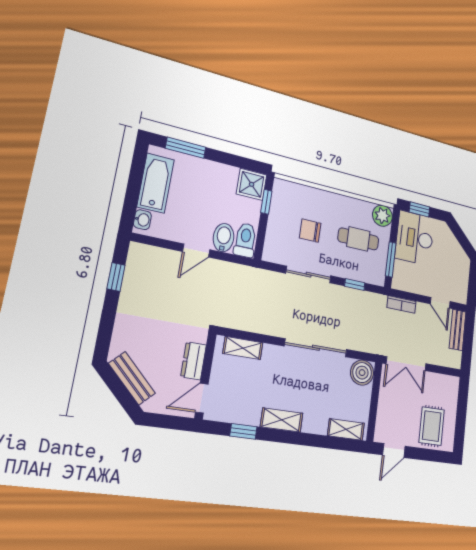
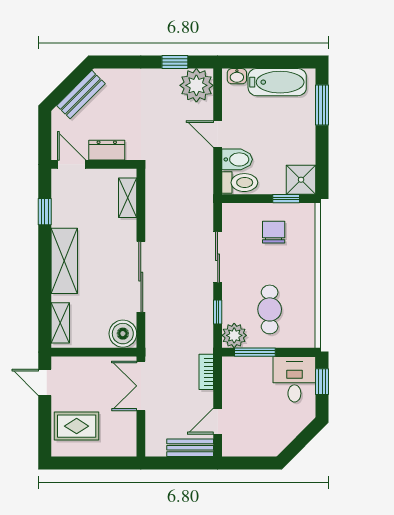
plant: (382, 216) -> (234, 335), moved
chair: (310, 231) -> (274, 232), moved
desk: (415, 238) -> (294, 379), width x0.73
plant: (144, 261) -> (196, 85), added
shelving: (282, 420) -> (64, 261), width x1.50, depth x1.33

